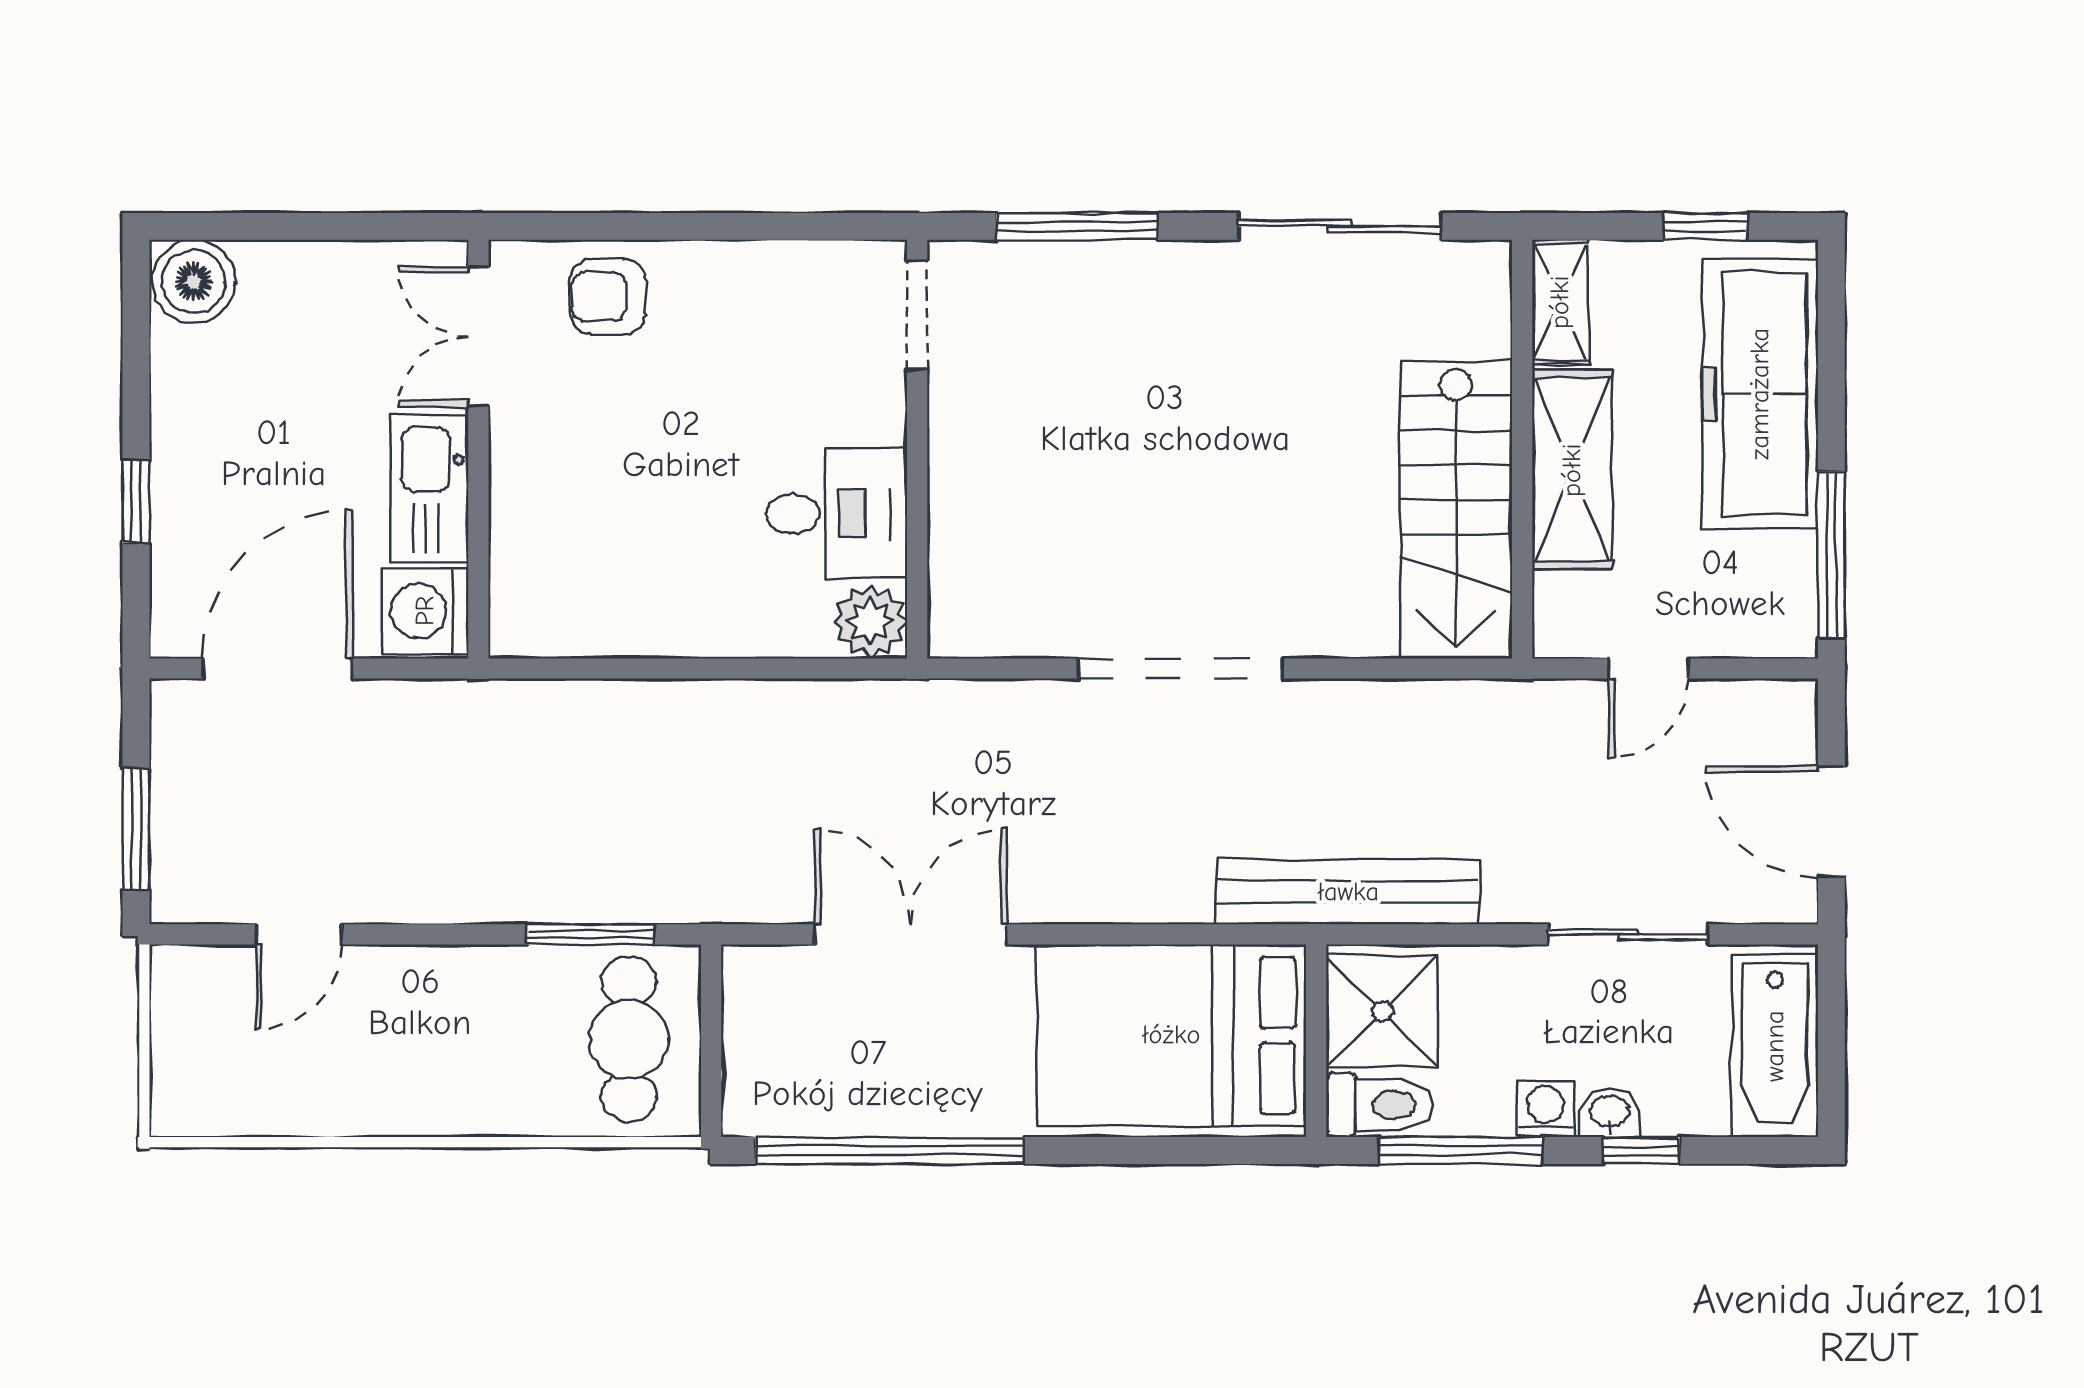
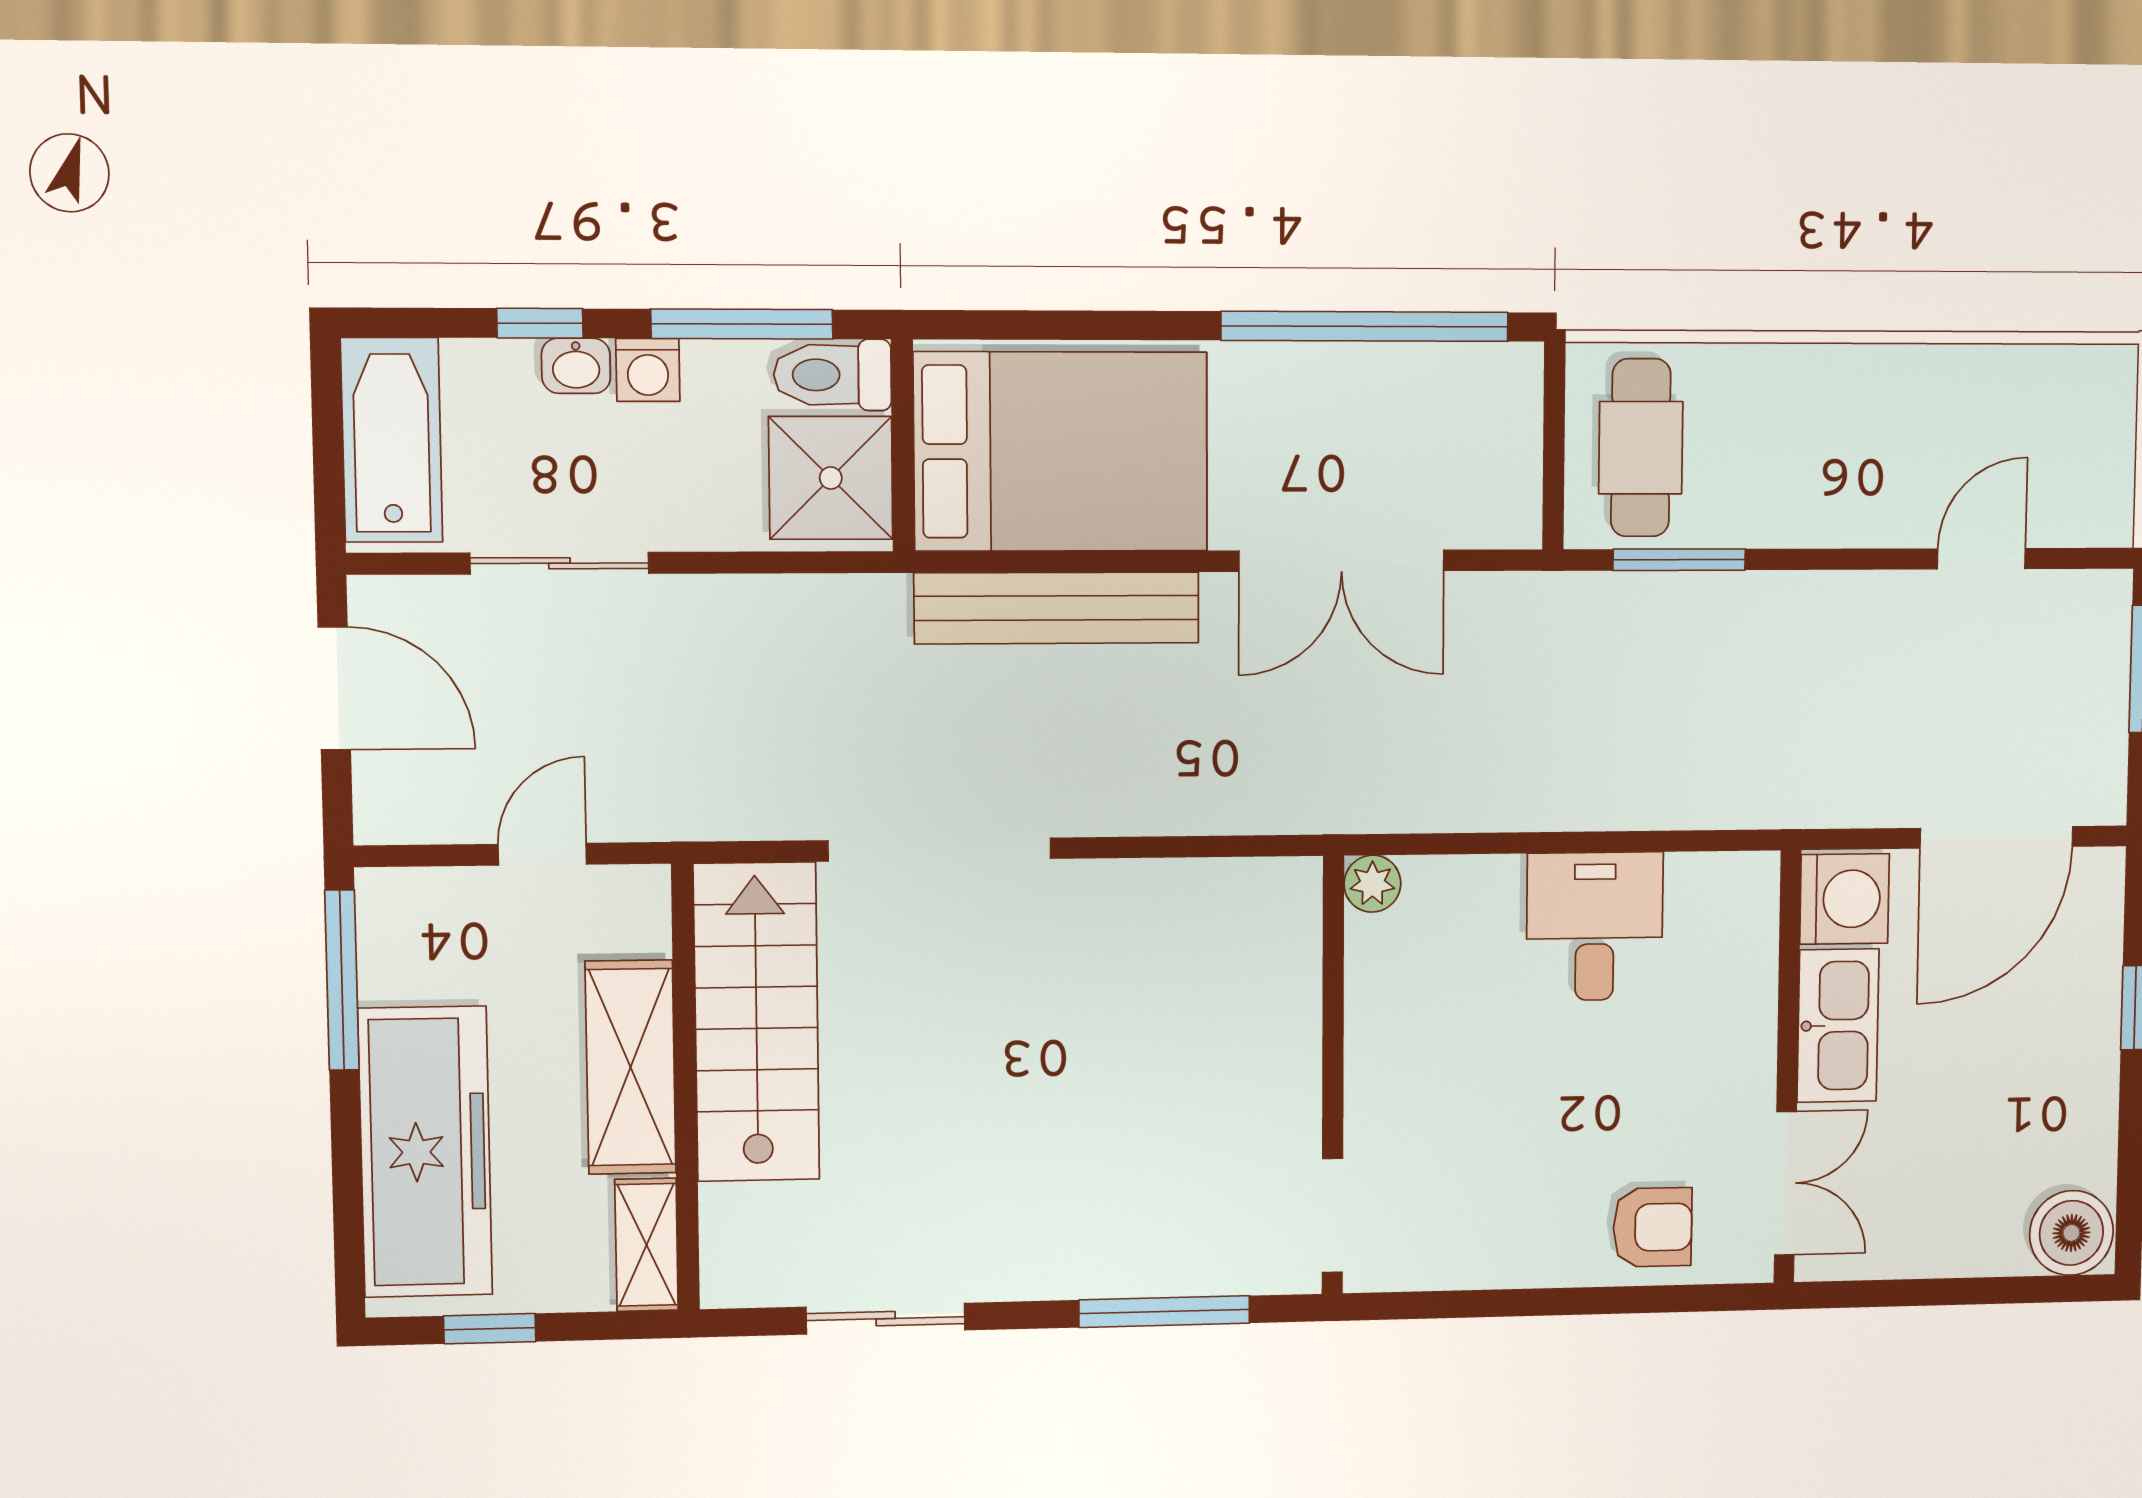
sliding door: (1340, 226) -> (886, 1319), width x0.73
desk: (837, 514) -> (1595, 926), moved, turned 90
plant: (870, 621) -> (1372, 884), width x0.73, depth x0.73
doorway: (1180, 668) -> (940, 850), moved
bench: (1348, 892) -> (1057, 608), moved

